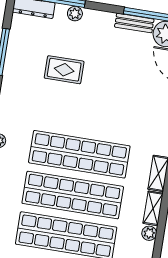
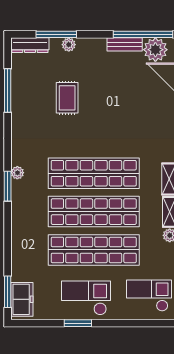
rug: (64, 70) -> (67, 98), turned 90

